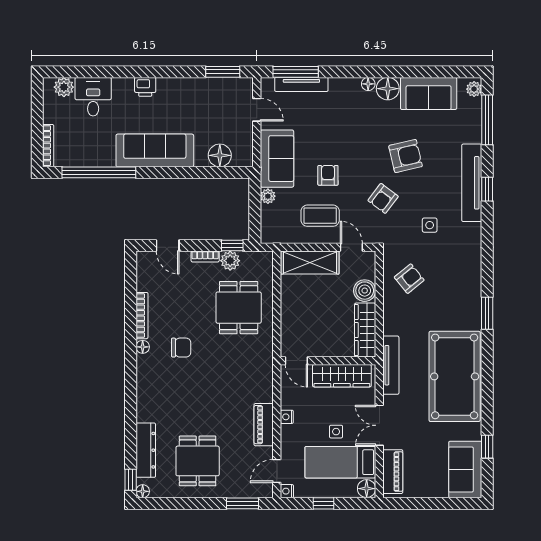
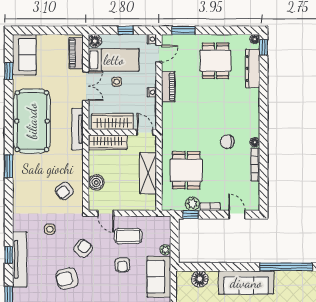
shelving: (310, 263) -> (148, 173), moved, turned 90
wardrobe: (365, 330) -> (108, 142), moved, turned 90

